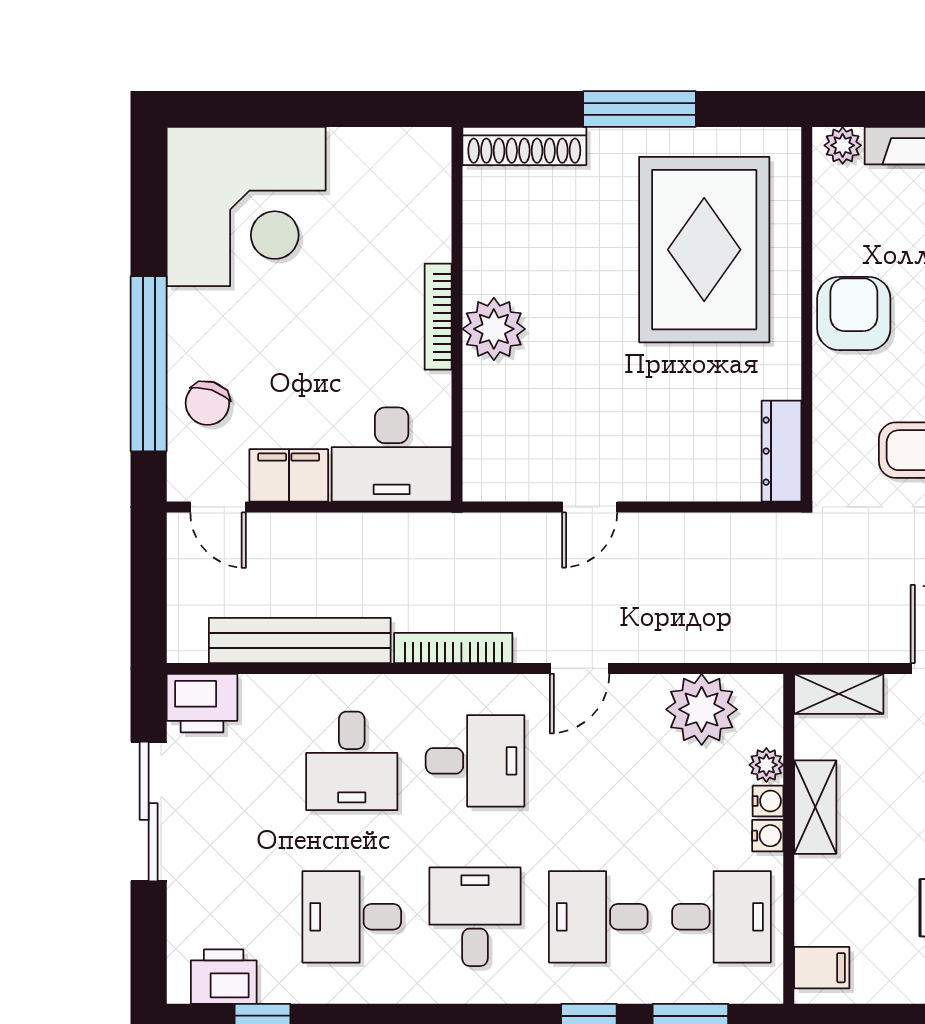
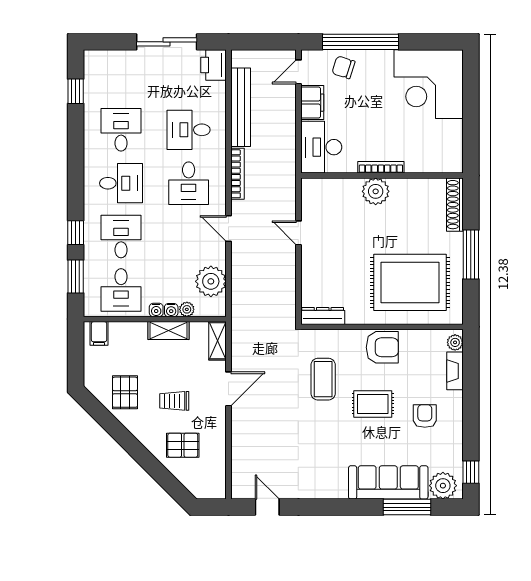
printer: (224, 977) -> (95, 74), removed

